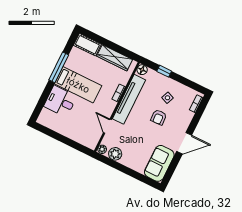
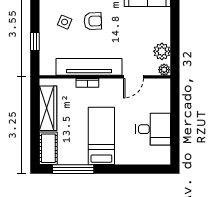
window: (59, 67) -> (73, 169), moved
floor lamp: (142, 70) -> (46, 69), removed
desk: (60, 101) -> (153, 129), moved, turned -90

